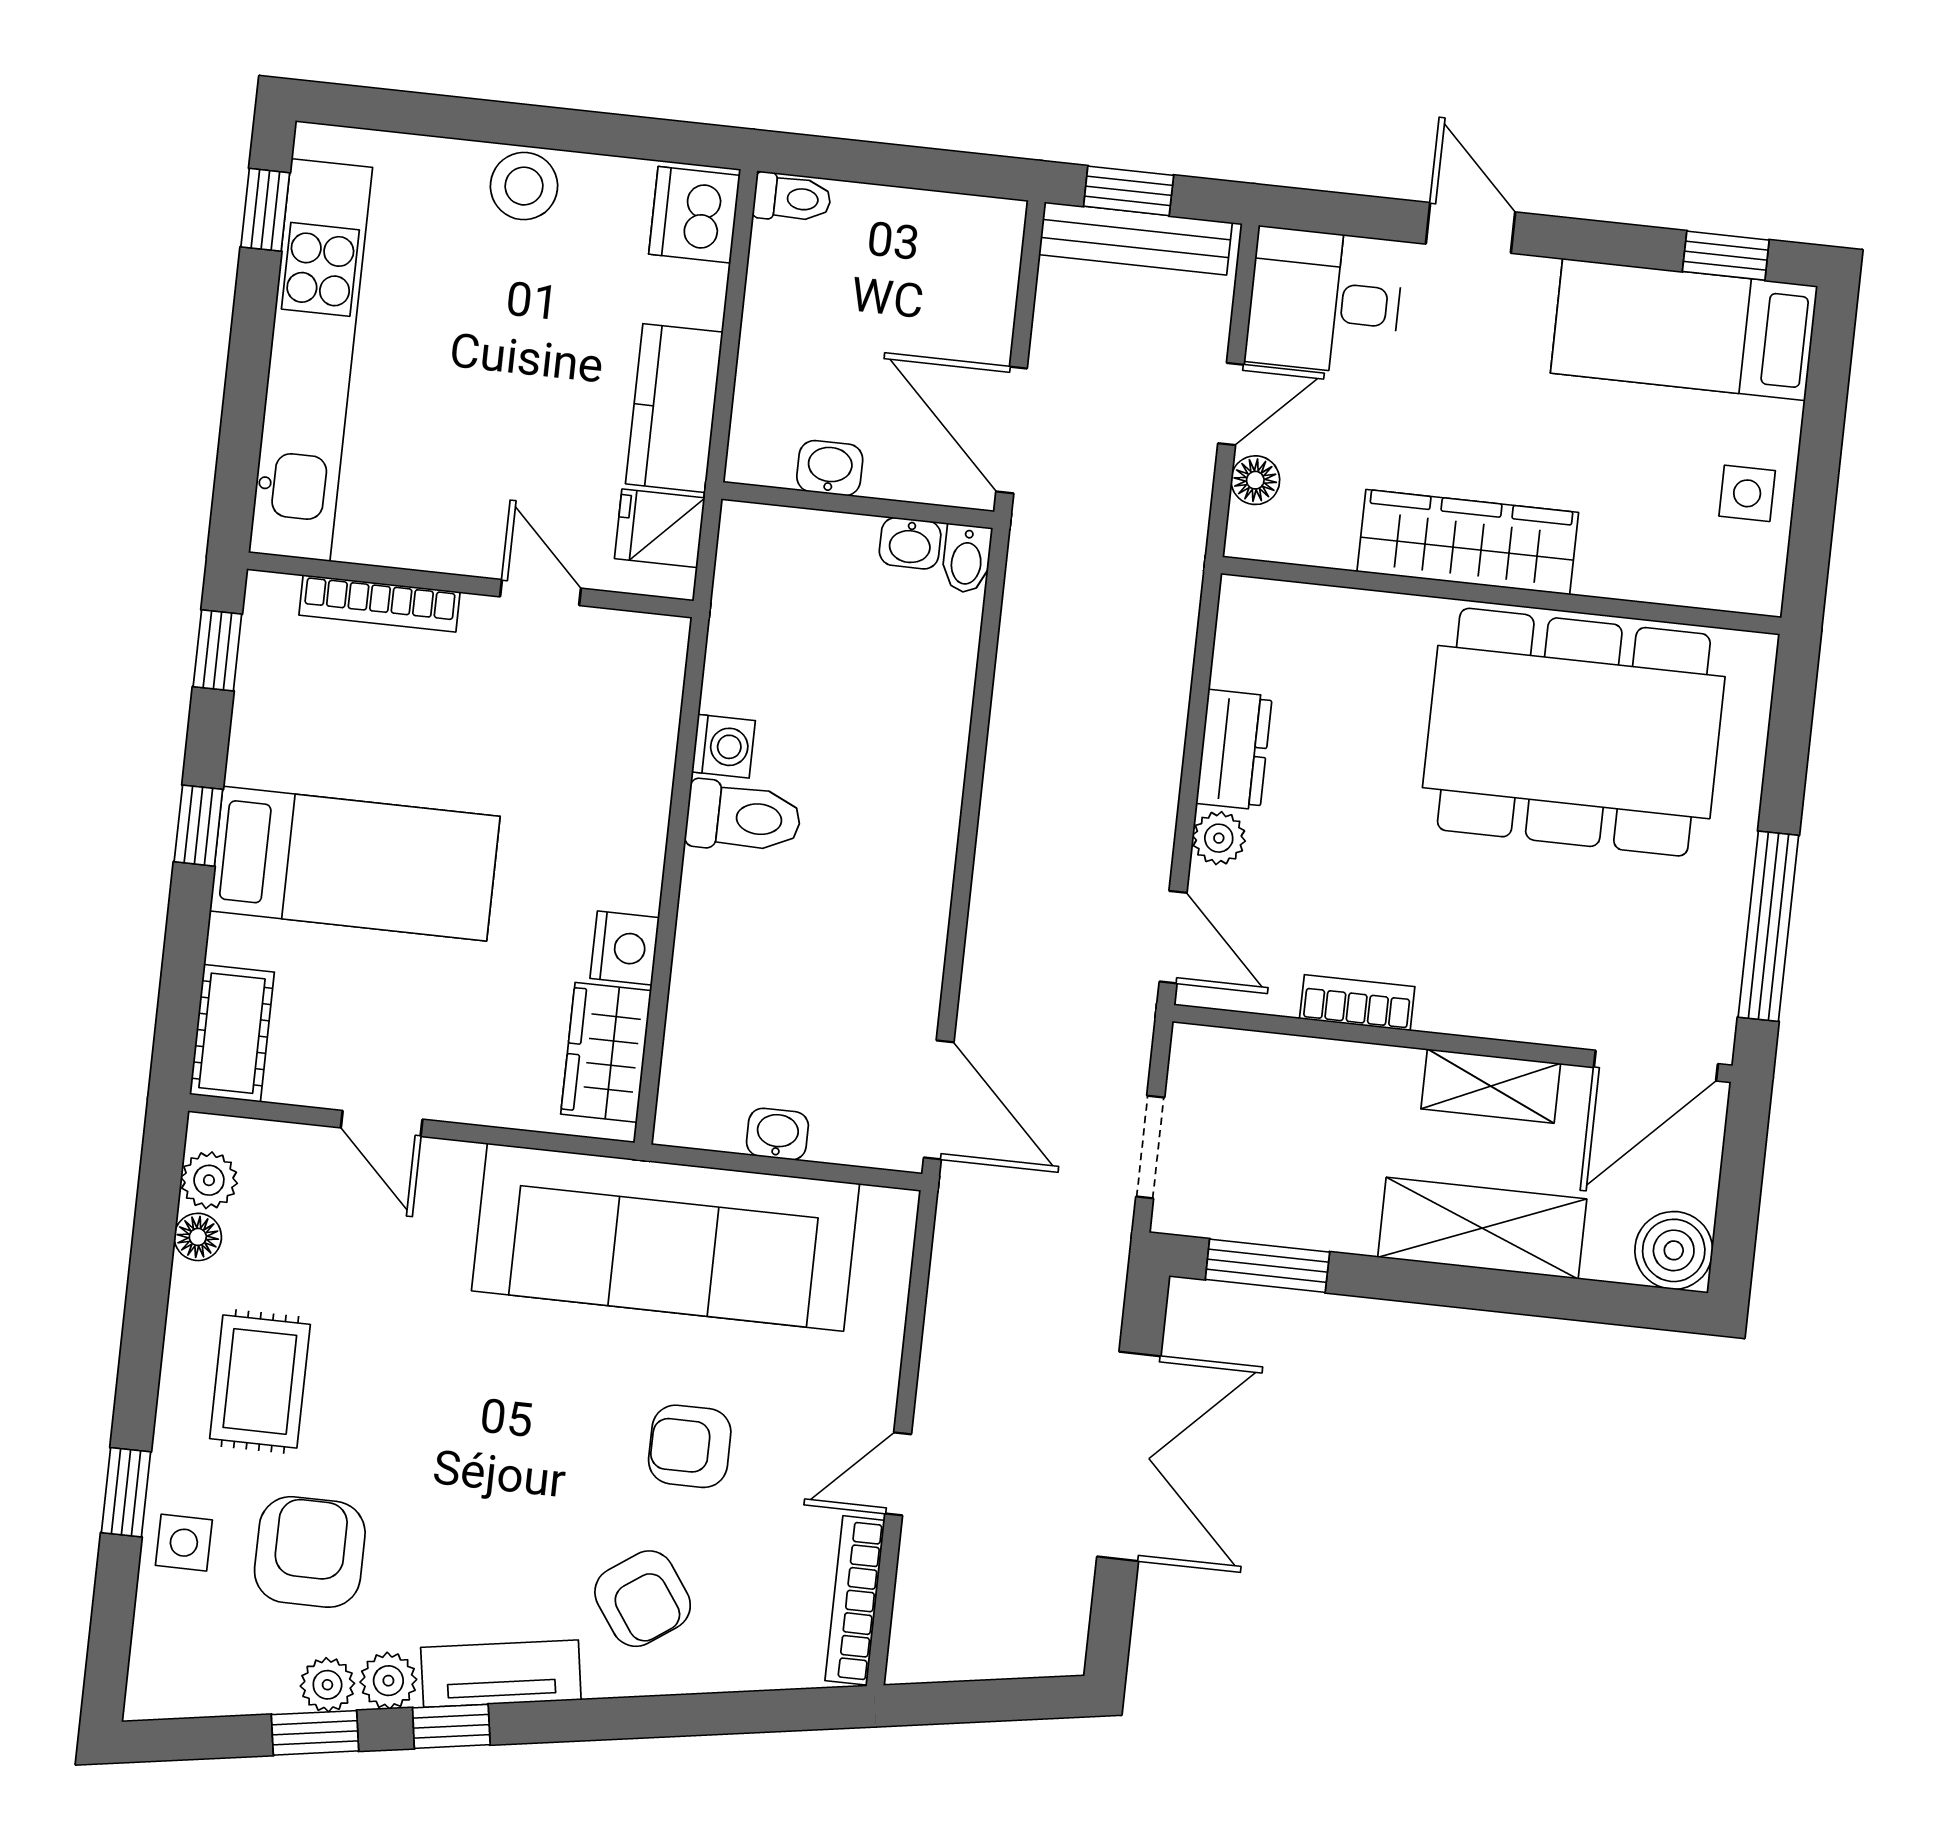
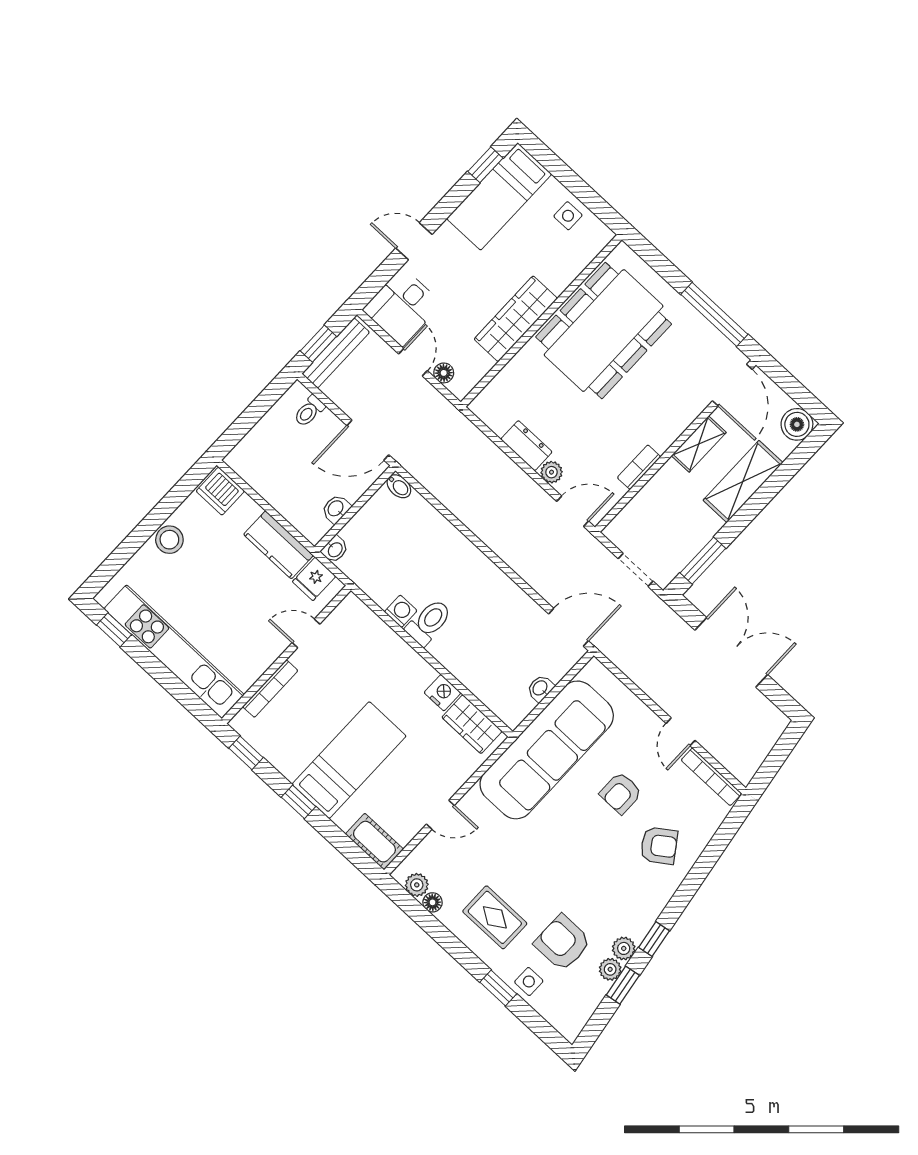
toilet: (792, 198) -> (309, 411), moved, turned 180
washbasin: (910, 543) -> (335, 549), moved
tv unit: (501, 1674) -> (649, 910), removed

